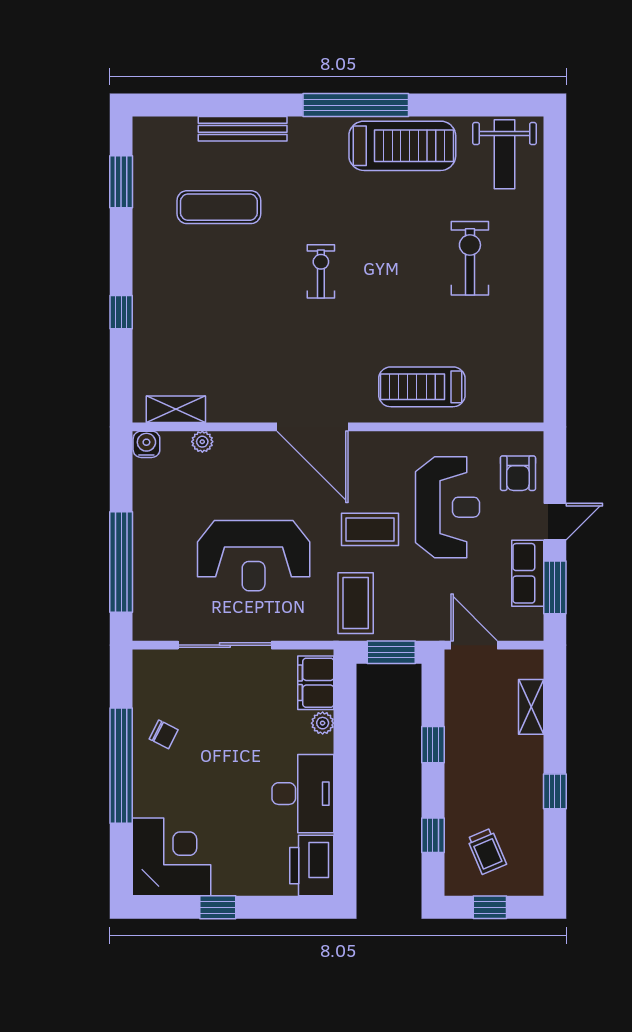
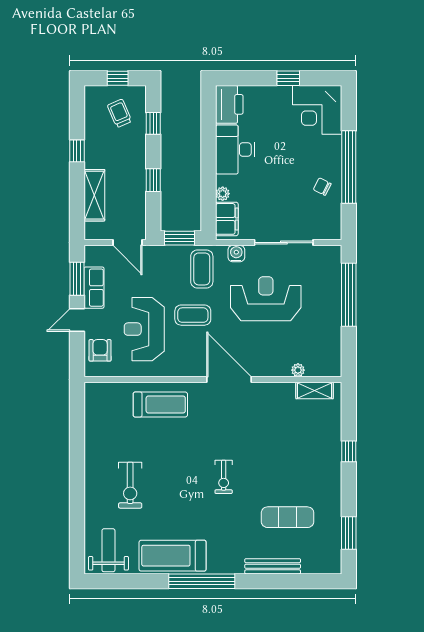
water cooler: (146, 444) -> (236, 254), moved, turned 180
shelving: (531, 707) -> (94, 195), width x1.50, depth x1.33

